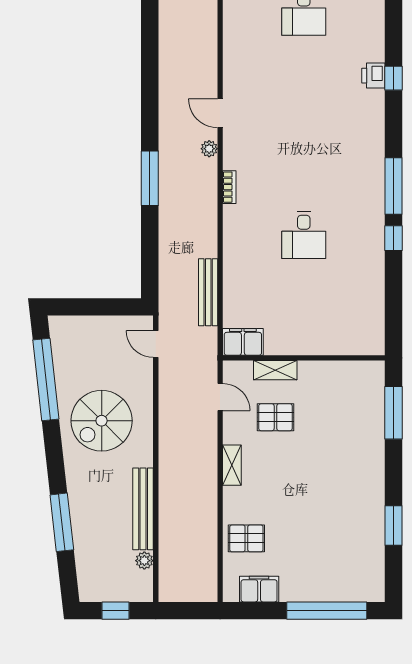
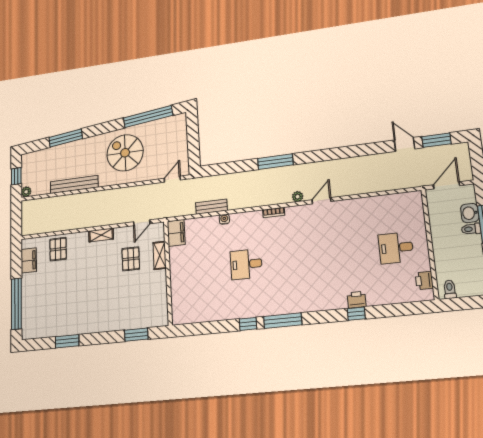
water cooler: (230, 264) -> (224, 219), added
bench: (208, 292) -> (211, 207), width x0.73
window: (393, 413) -> (136, 335), width x0.69
plant: (144, 561) -> (26, 192), moved

